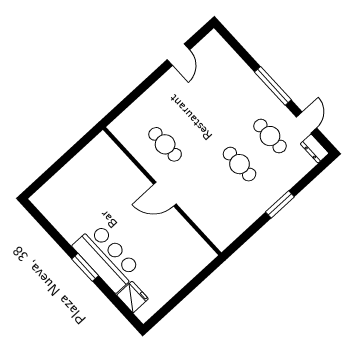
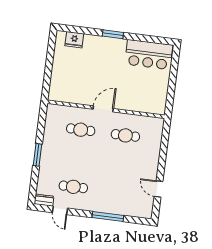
window: (273, 86) -> (108, 217), moved
cafe table: (240, 164) -> (81, 130), moved
bar counter: (107, 258) -> (149, 55), moved

